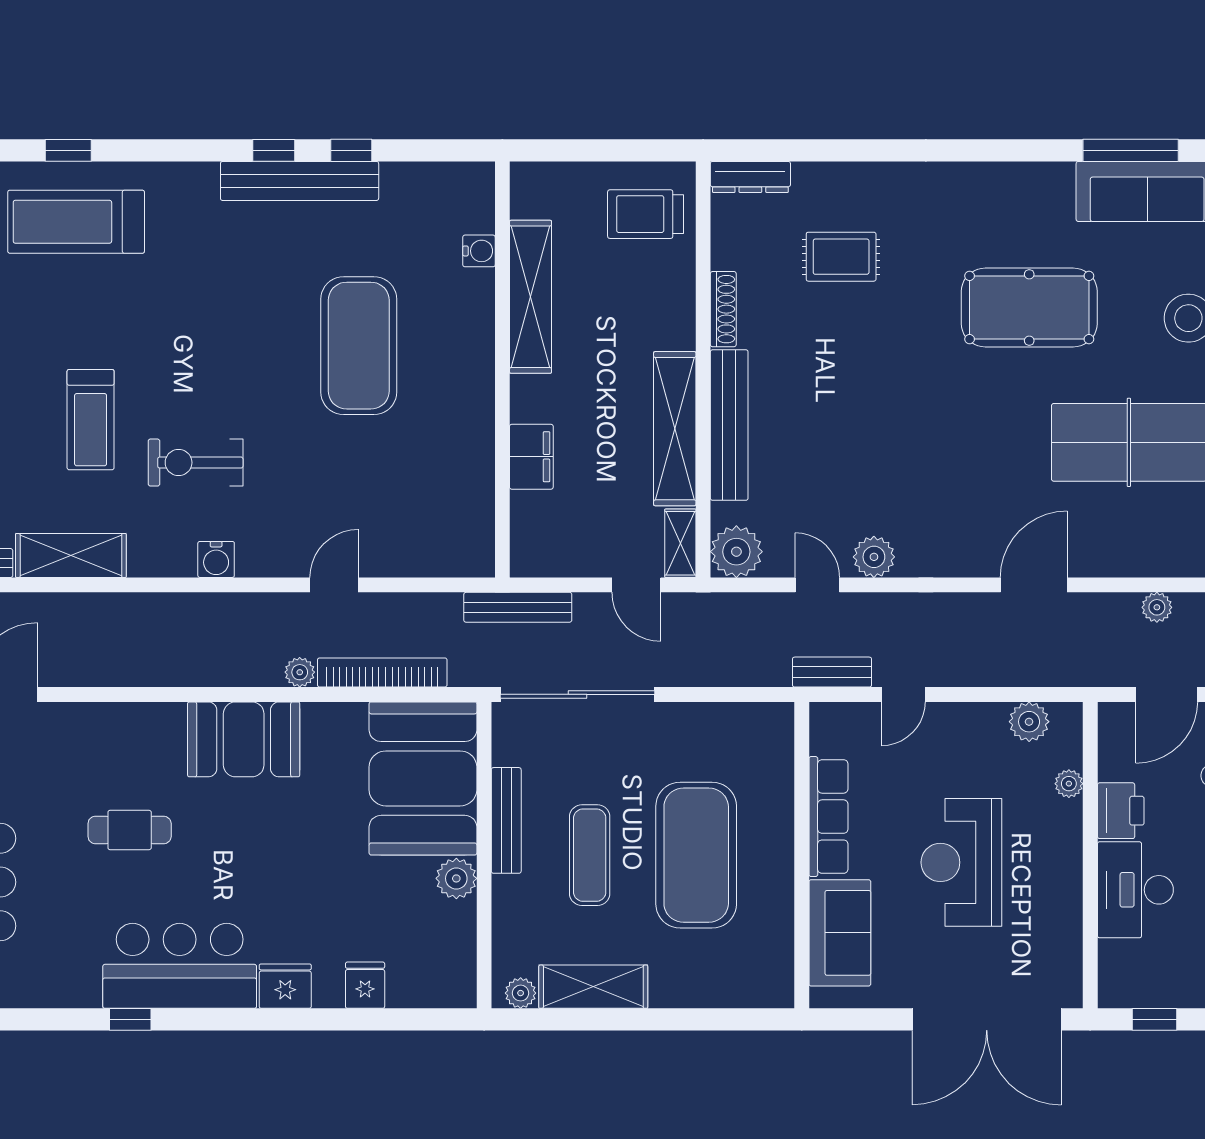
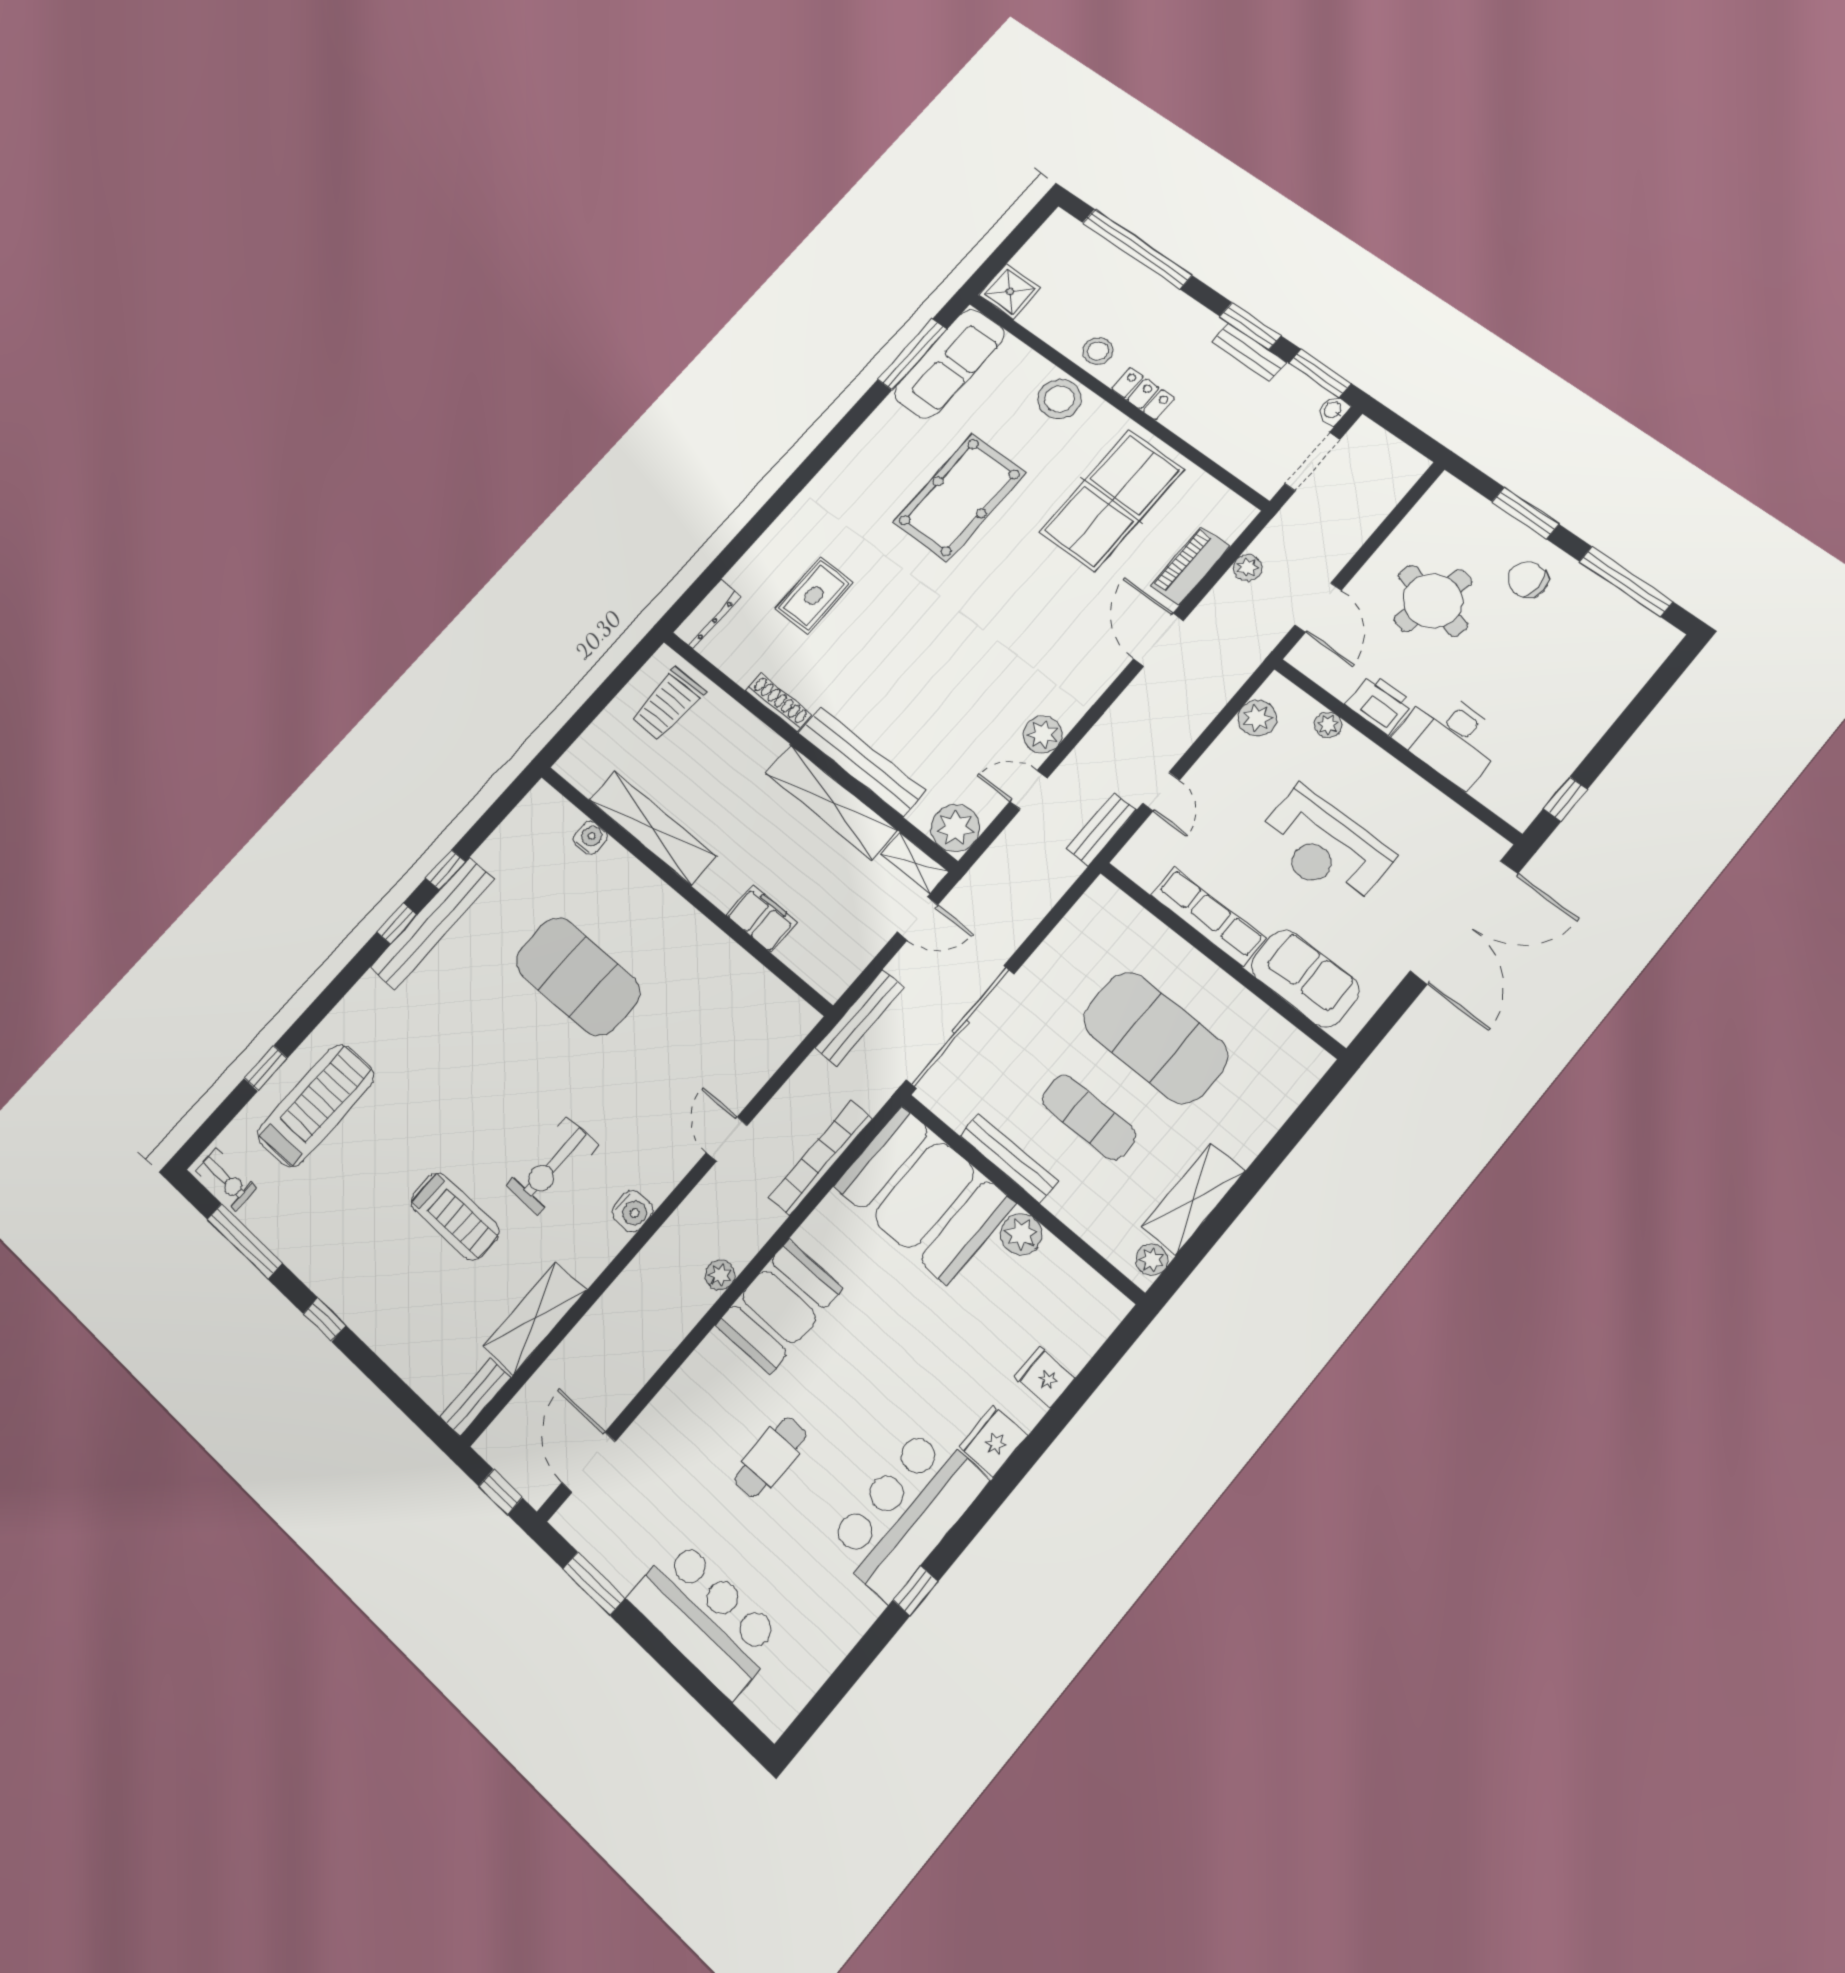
treadmill: (76, 222) -> (316, 1105), turned 180
piano: (1121, 558) -> (1190, 566), added
plant: (300, 672) -> (720, 1275), moved

